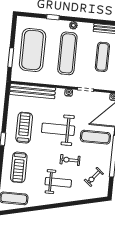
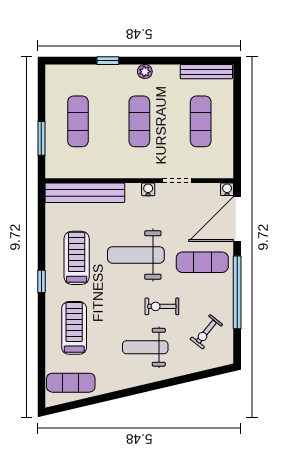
exercise mat: (33, 50) -> (78, 121), width x0.50, depth x0.69
exercise mat: (67, 53) -> (139, 121), width x0.73, depth x0.69
treadmill: (19, 167) -> (74, 328), turned 180
weight bench: (58, 182) -> (145, 347), turned 180

